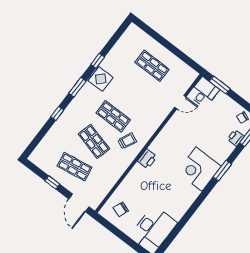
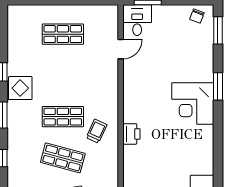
printer: (236, 138) -> (206, 42), removed

